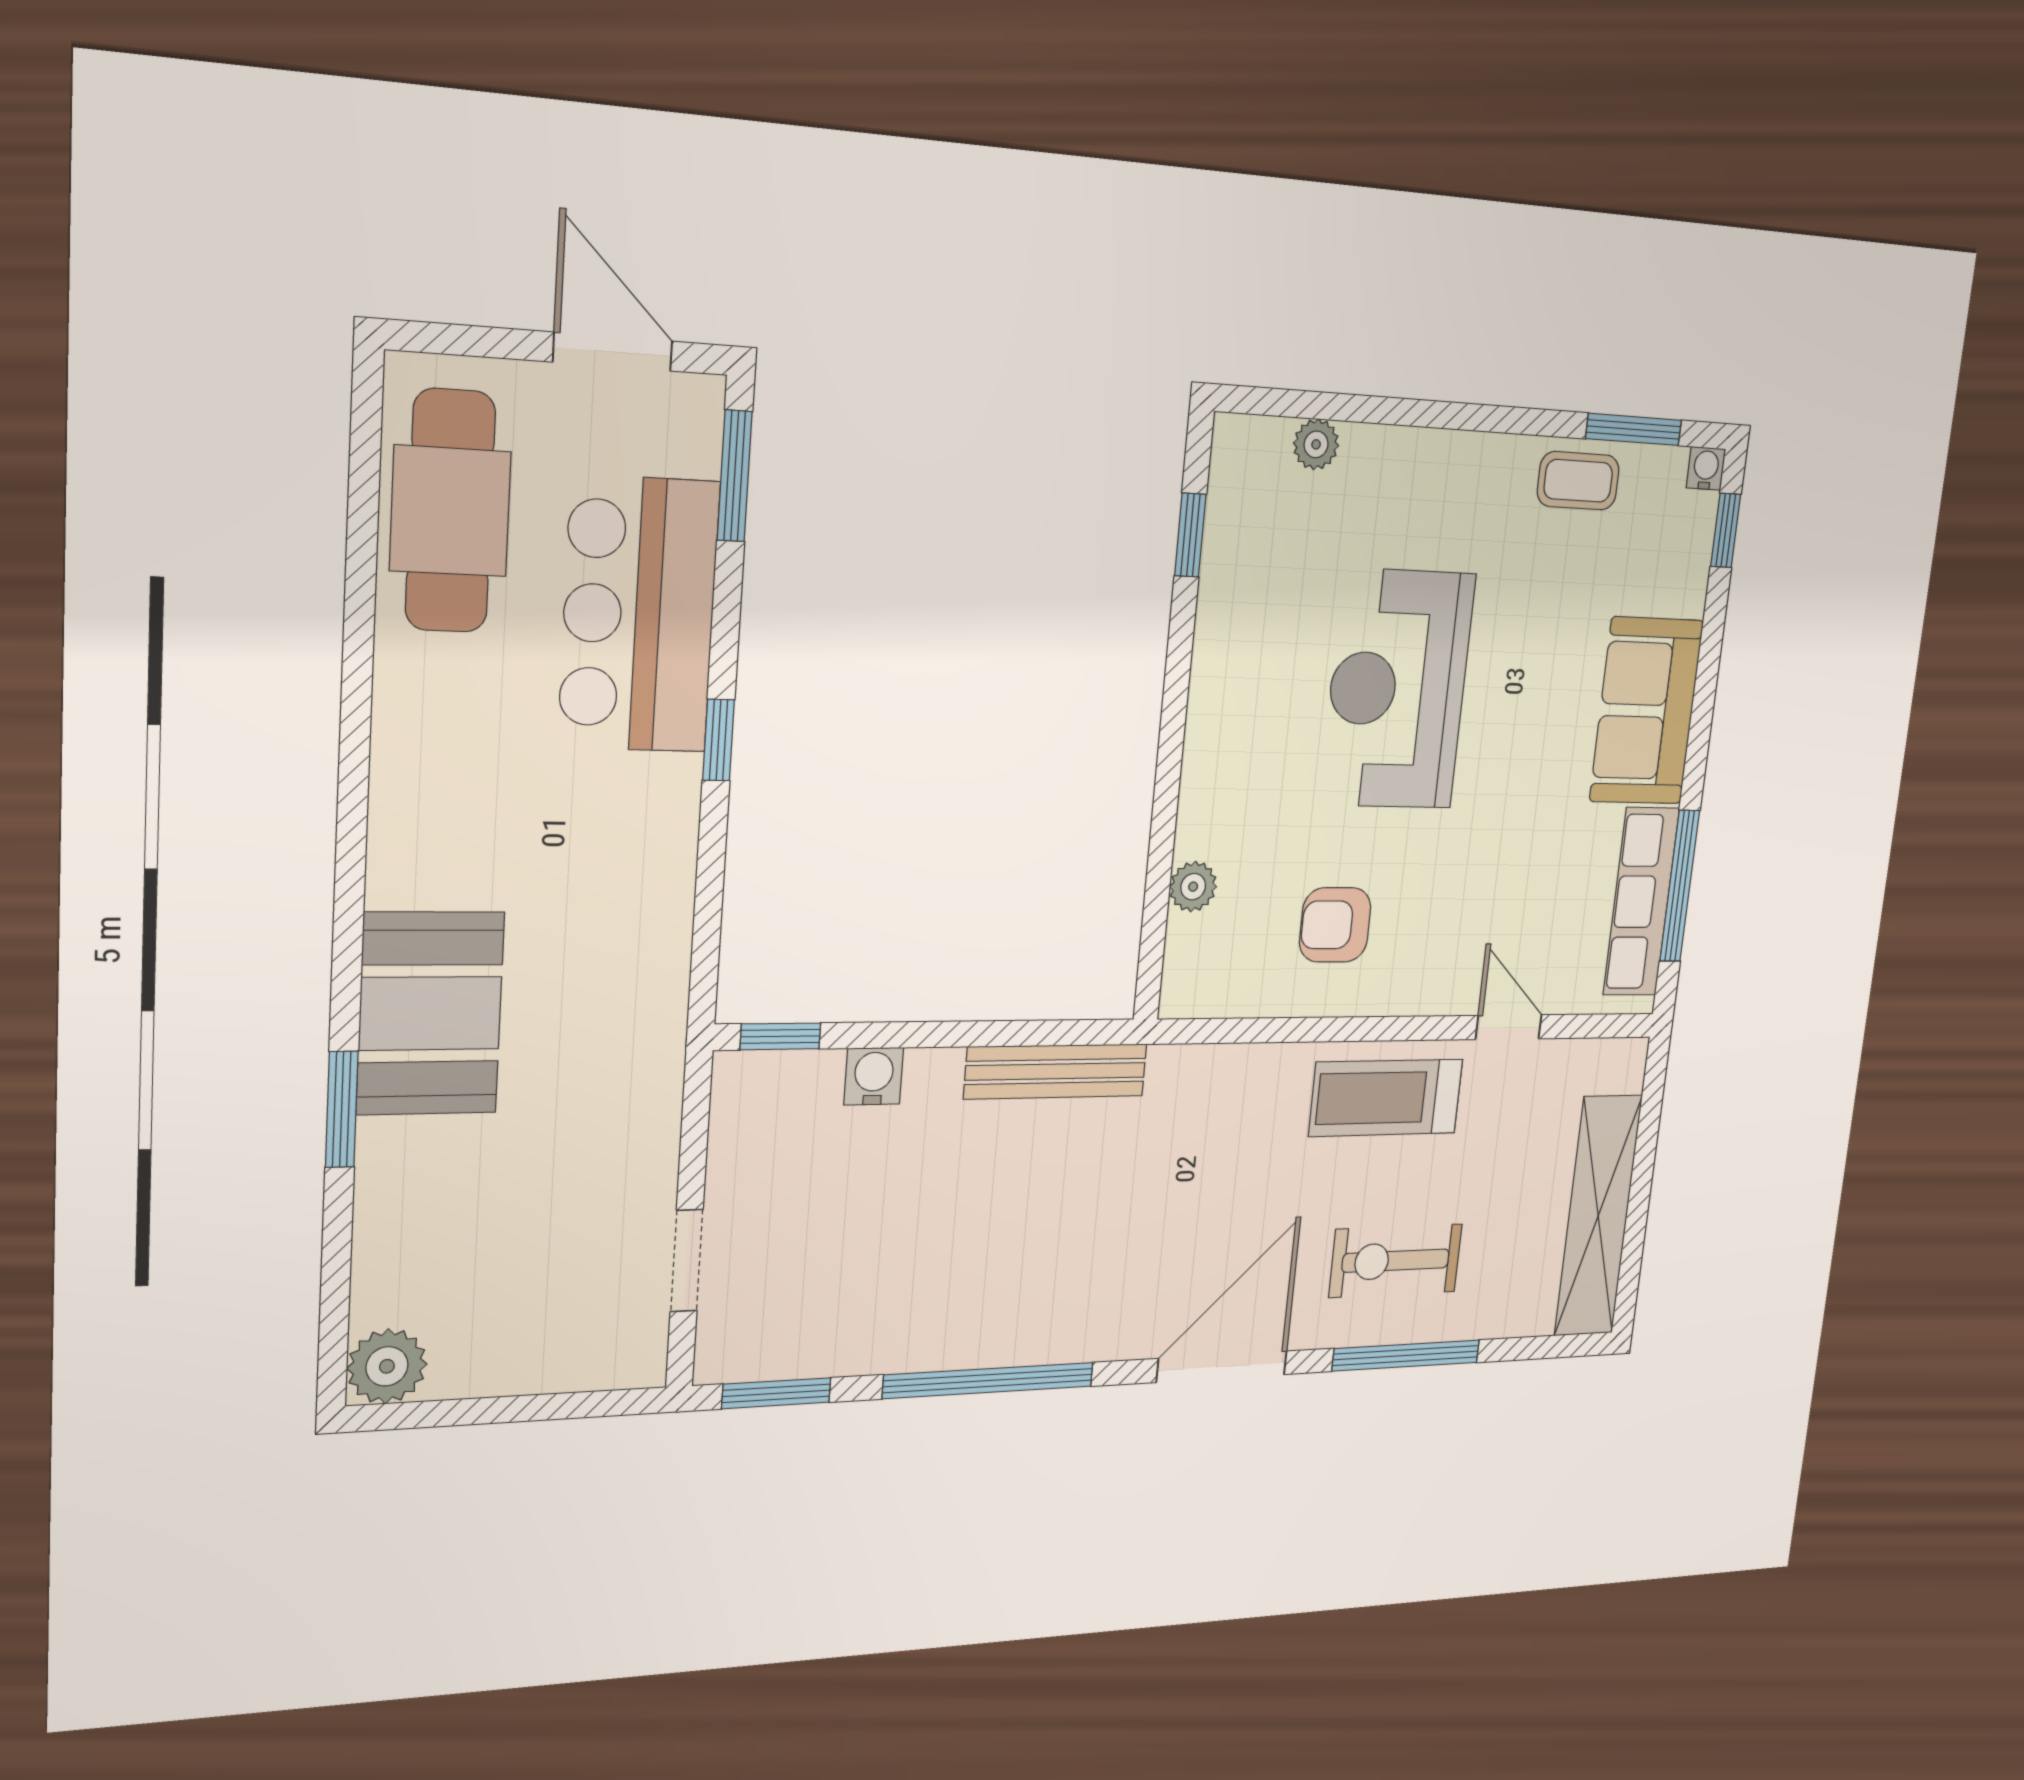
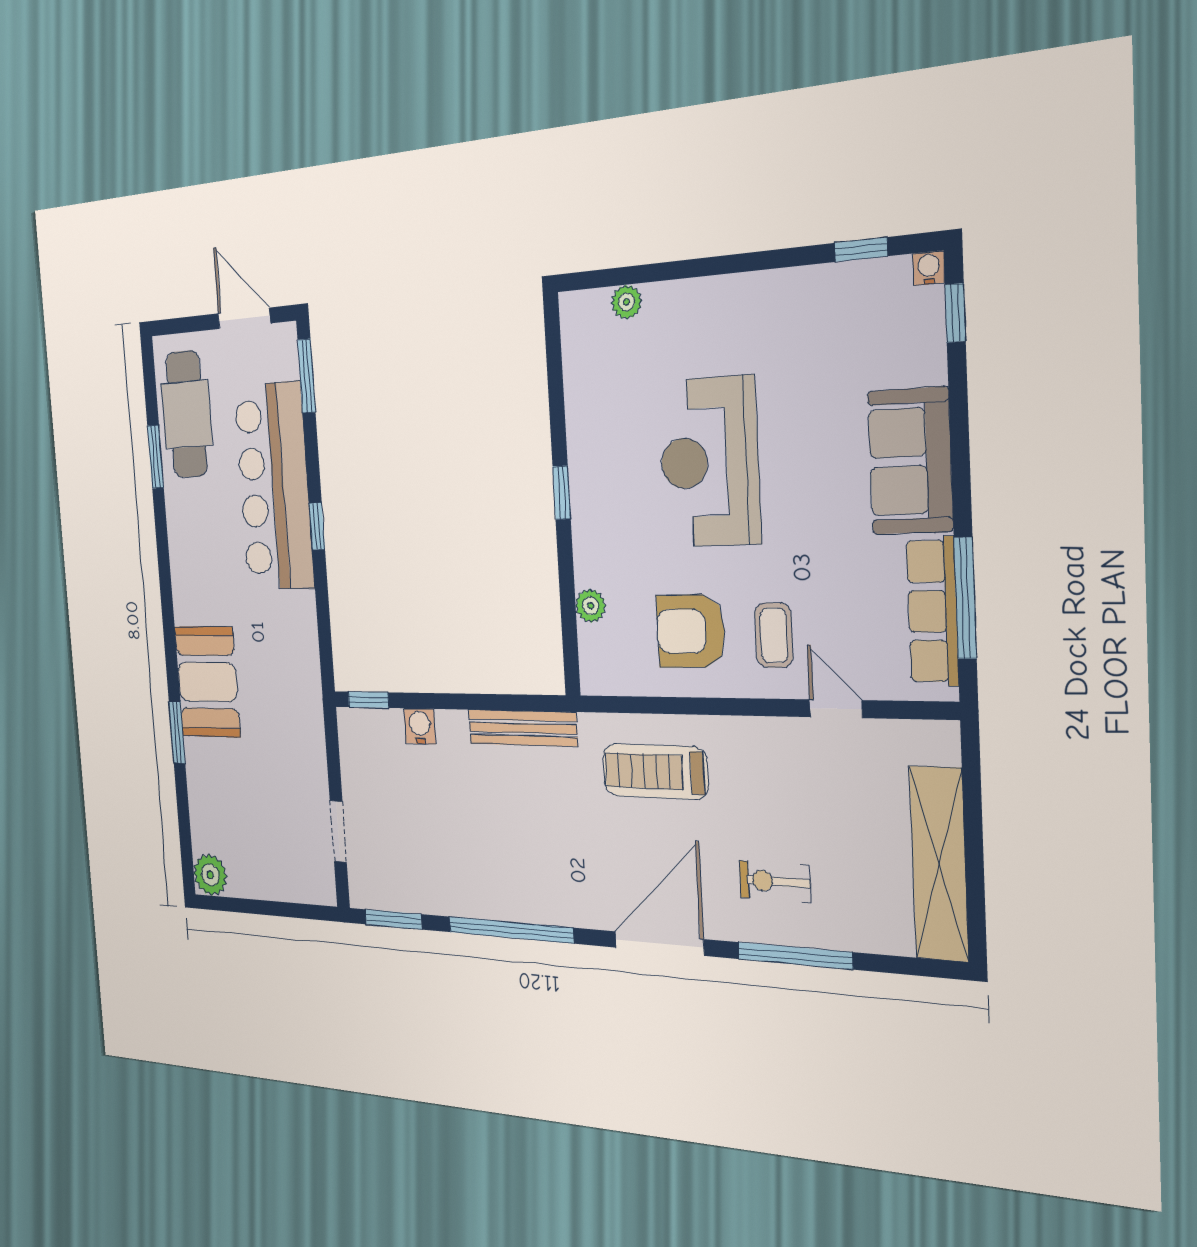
window: (1634, 429) -> (861, 250), width x0.67
coffee table: (1578, 481) -> (774, 635), moved, turned 90
window: (1190, 535) -> (562, 493), moved
window: (360, 584) -> (156, 457), added
bar counter: (639, 615) -> (274, 487), width x1.36
armchair: (1335, 925) -> (691, 631), width x1.38, depth x1.38
treadmill: (1386, 1098) -> (655, 772), moved
exercise bike: (1396, 1261) -> (775, 881), width x0.73, depth x0.72

